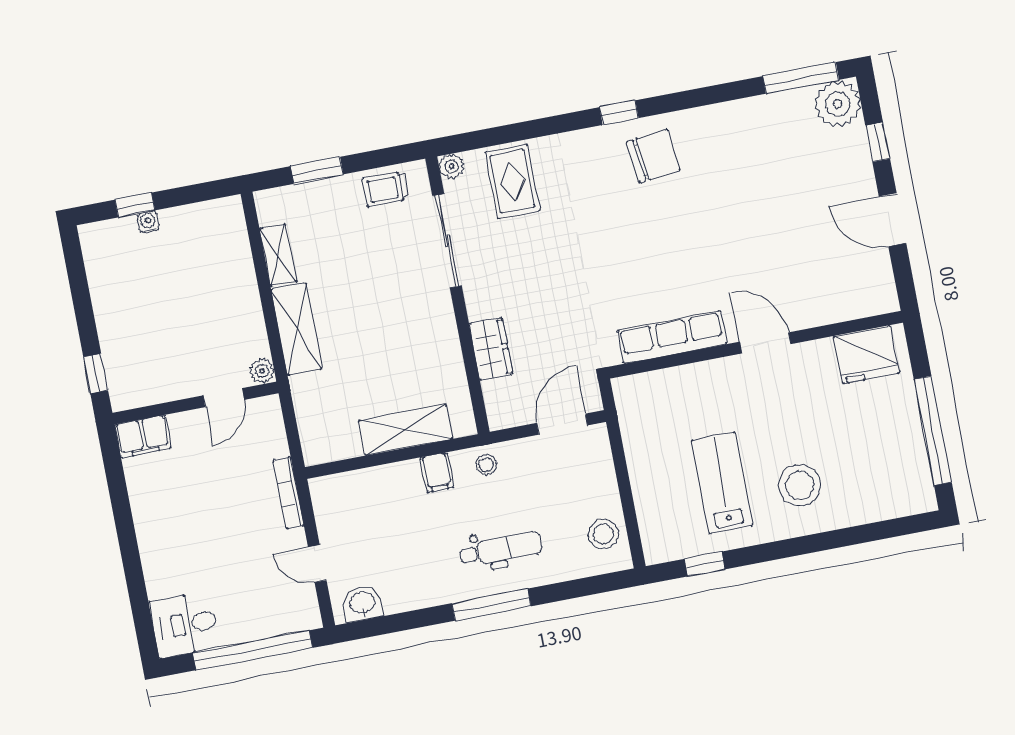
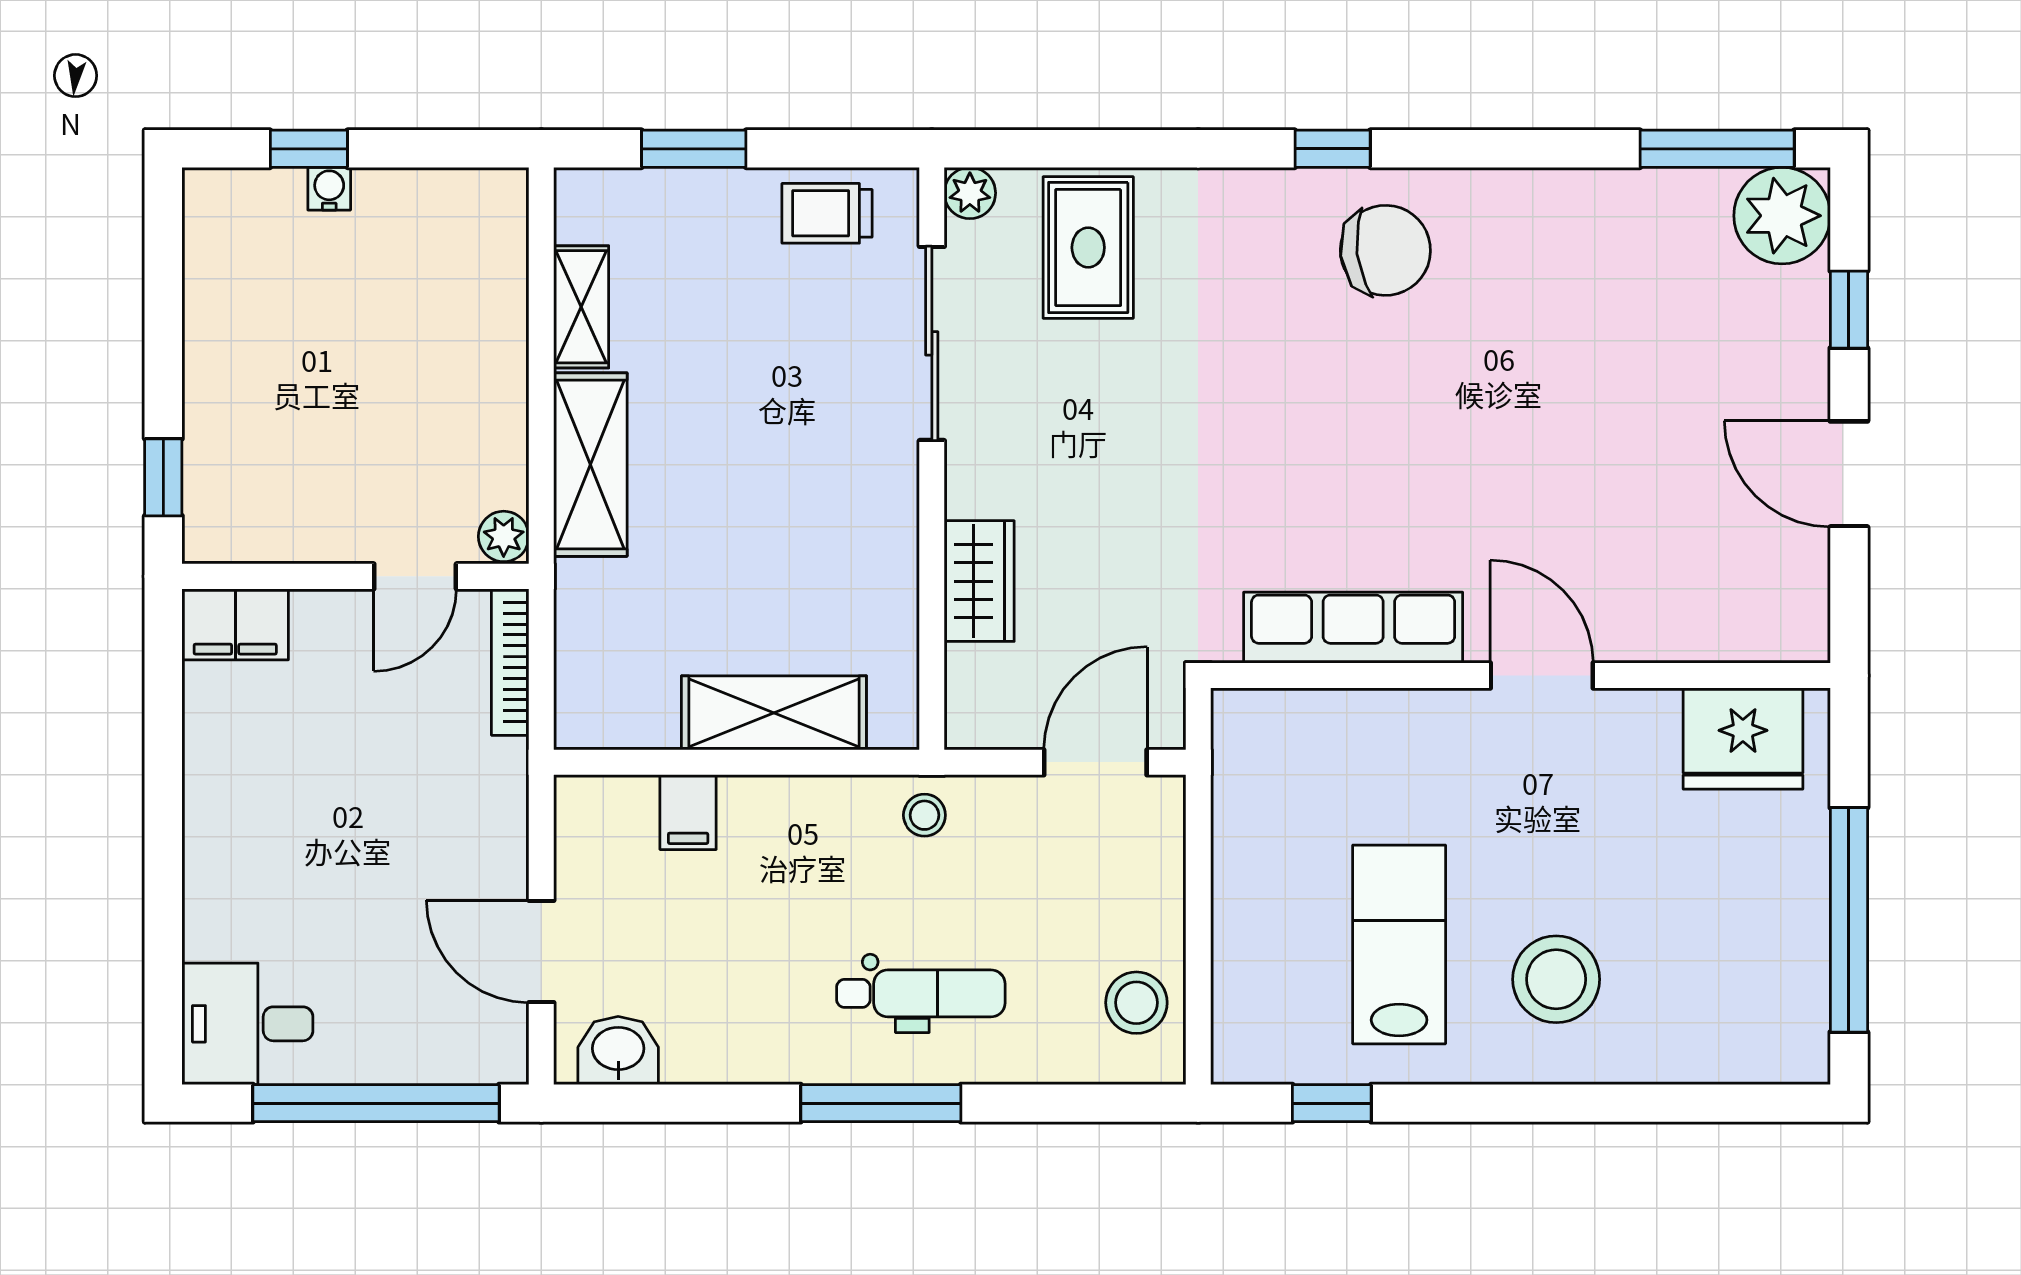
filing cabinet: (437, 472) -> (688, 812), moved
bookcase: (288, 493) -> (510, 662), moved
door: (317, 564) -> (541, 951), width x1.38

